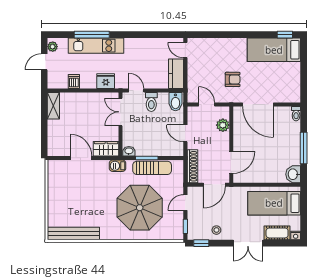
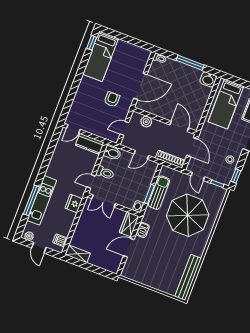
dishwasher: (74, 82) -> (60, 240), moved
barbecue: (118, 166) -> (143, 230), moved

